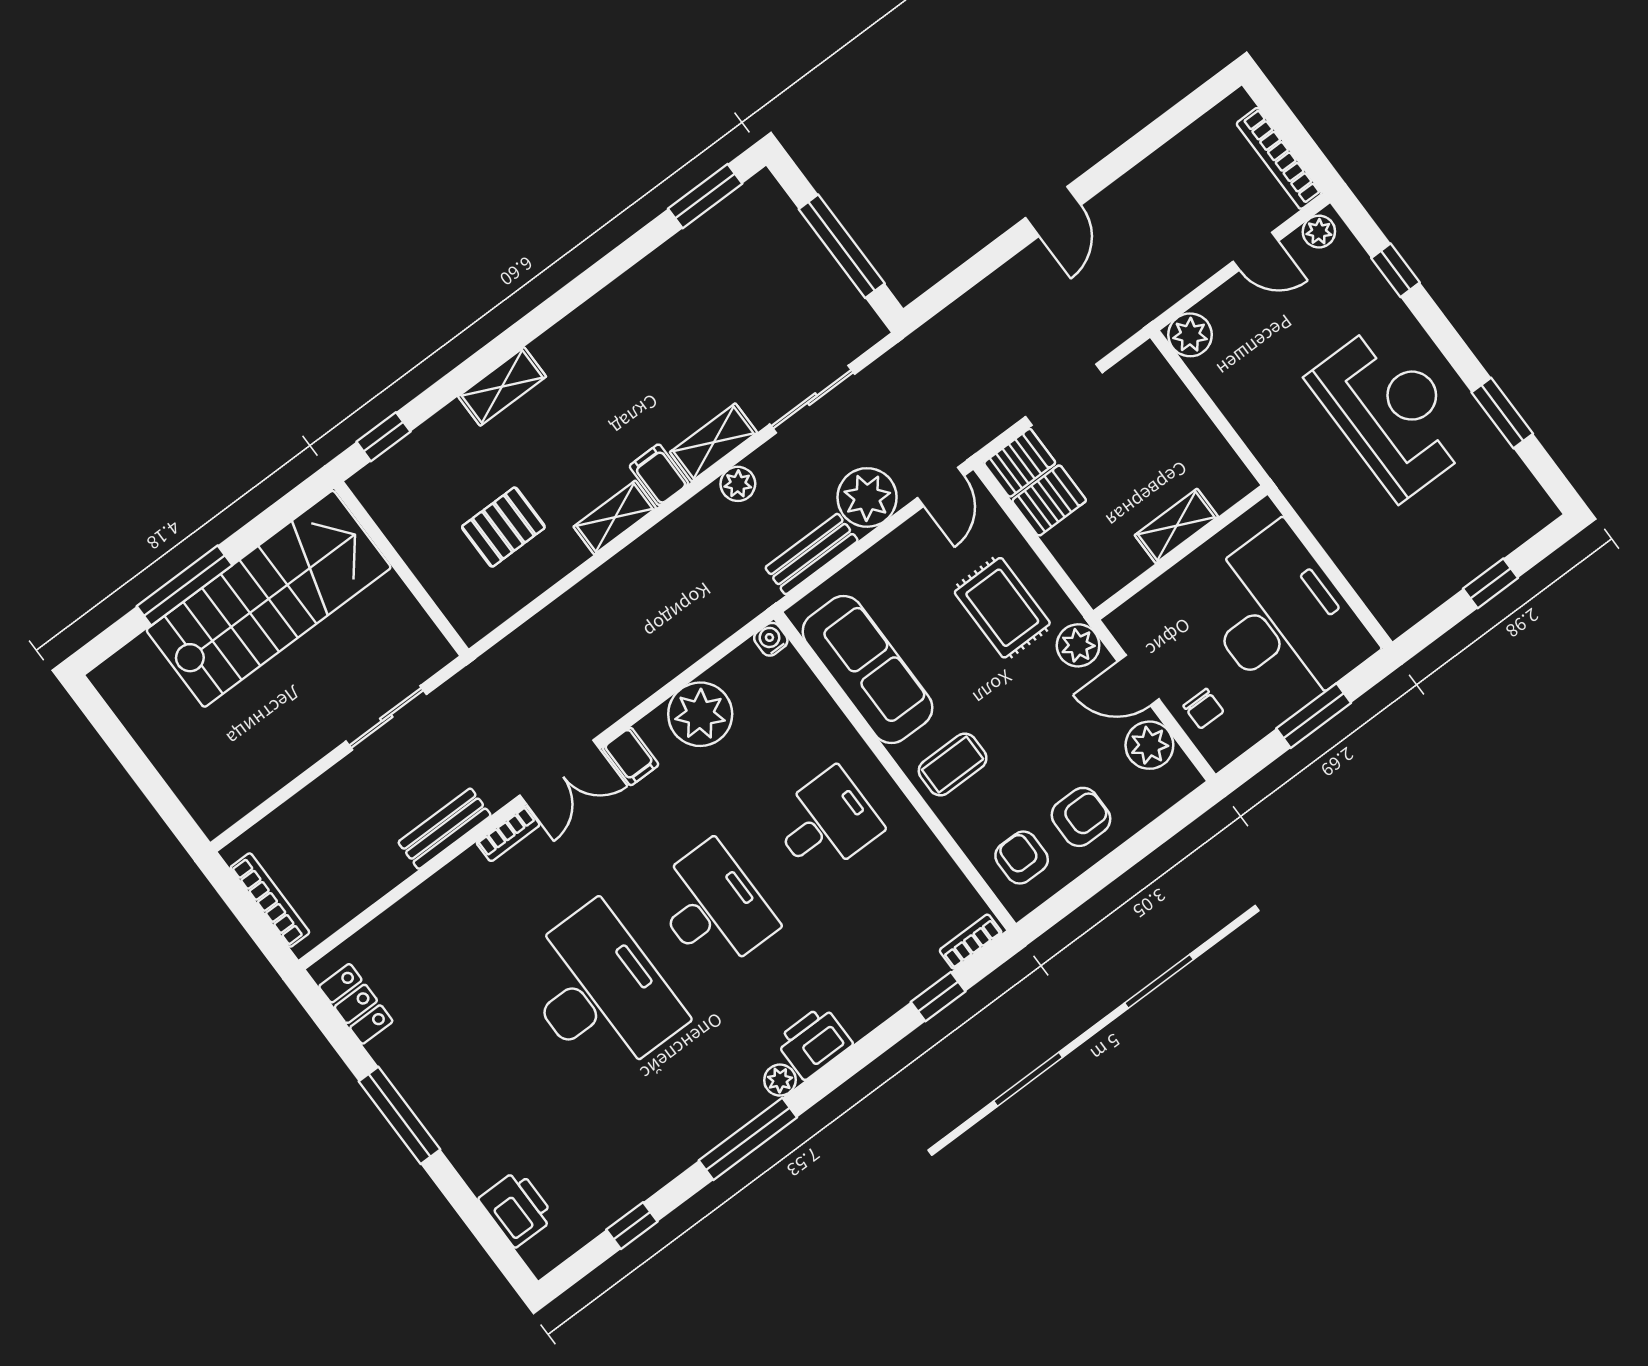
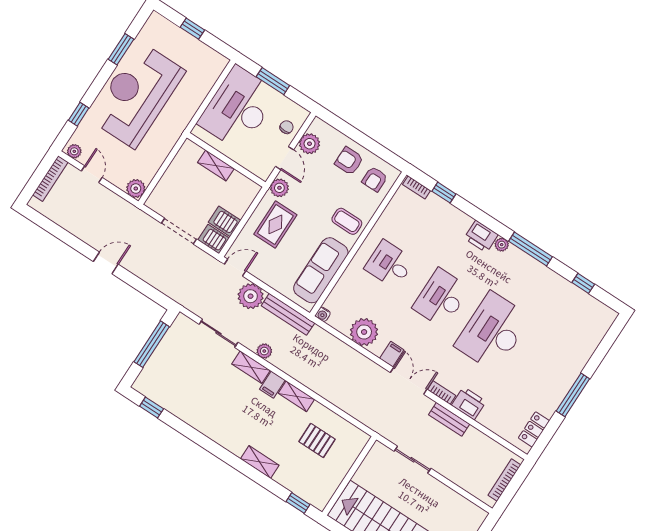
window: (705, 196) -> (152, 407), width x0.67
reception desk: (1391, 411) -> (137, 95), width x1.36, depth x1.30
bench: (812, 554) -> (288, 314), width x1.36
printer: (517, 1208) -> (469, 403), moved, turned 90

